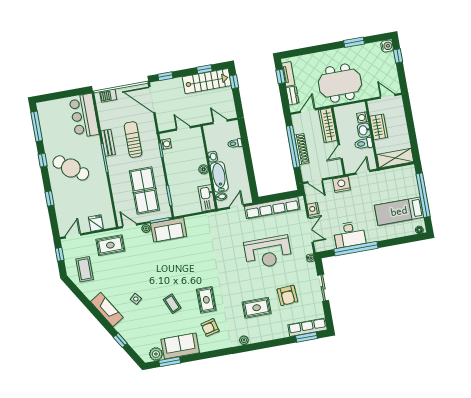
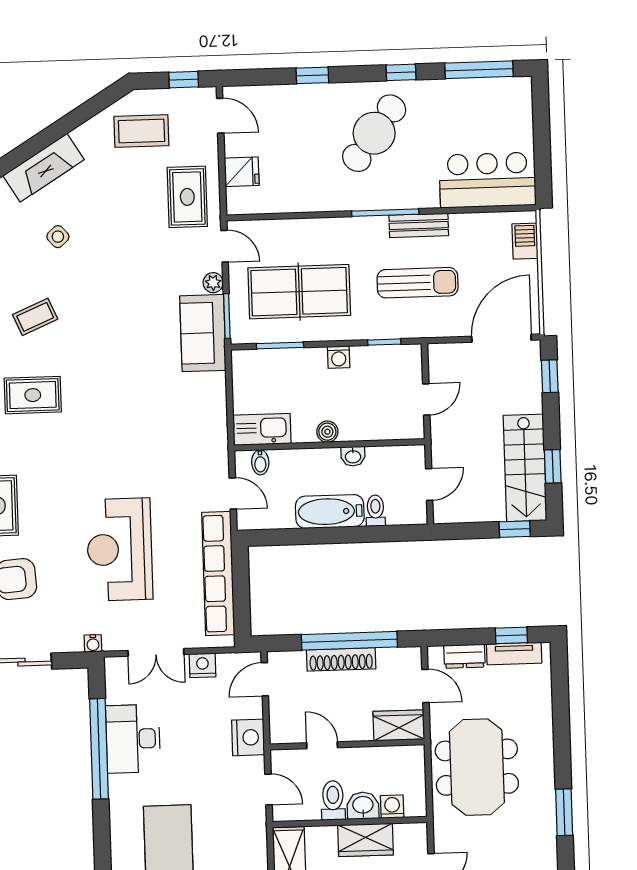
wardrobe: (328, 125) -> (399, 725), width x0.67
washing machine: (166, 144) -> (339, 357), moved
bathtub: (219, 177) -> (330, 512), moved, turned 180
door: (129, 226) -> (225, 246), hinge flipped

